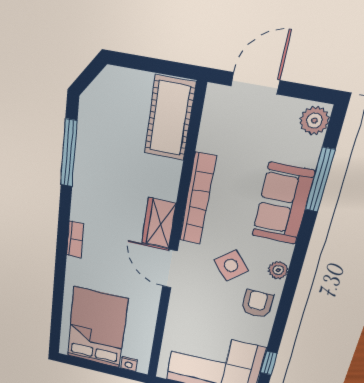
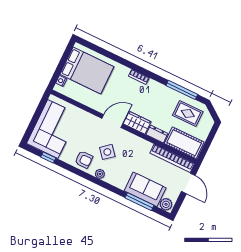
rug: (109, 128) -> (188, 114), added
dresser: (169, 180) -> (157, 134), added
bookcase: (197, 199) -> (172, 158), moved
sofa: (283, 204) -> (145, 189), moved

